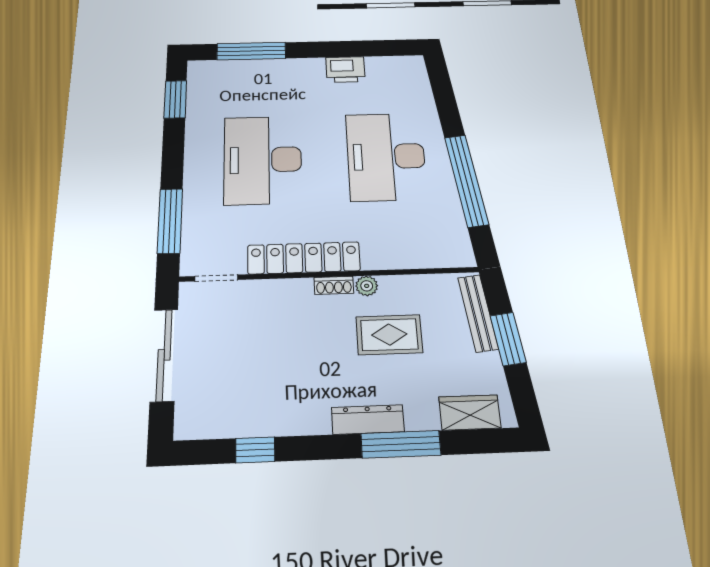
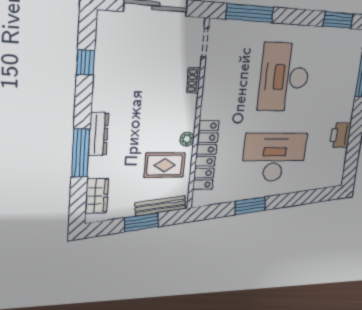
desk: (263, 160) -> (284, 77), turned -90
window: (466, 180) -> (250, 206), width x0.47
locker: (304, 258) -> (206, 155), moved
shoe rack: (334, 285) -> (194, 80), moved
rug: (389, 335) -> (165, 165), moved, turned 90

